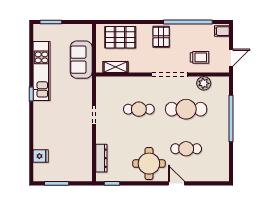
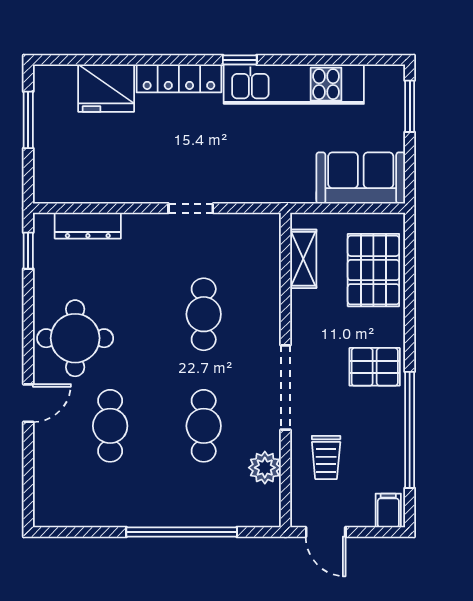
sofa: (81, 60) -> (361, 178), moved
cafe table: (186, 109) -> (204, 426), width x0.73, depth x0.74
locker: (39, 120) -> (179, 78), added
fridge: (41, 156) -> (106, 88), width x1.88, depth x1.34

